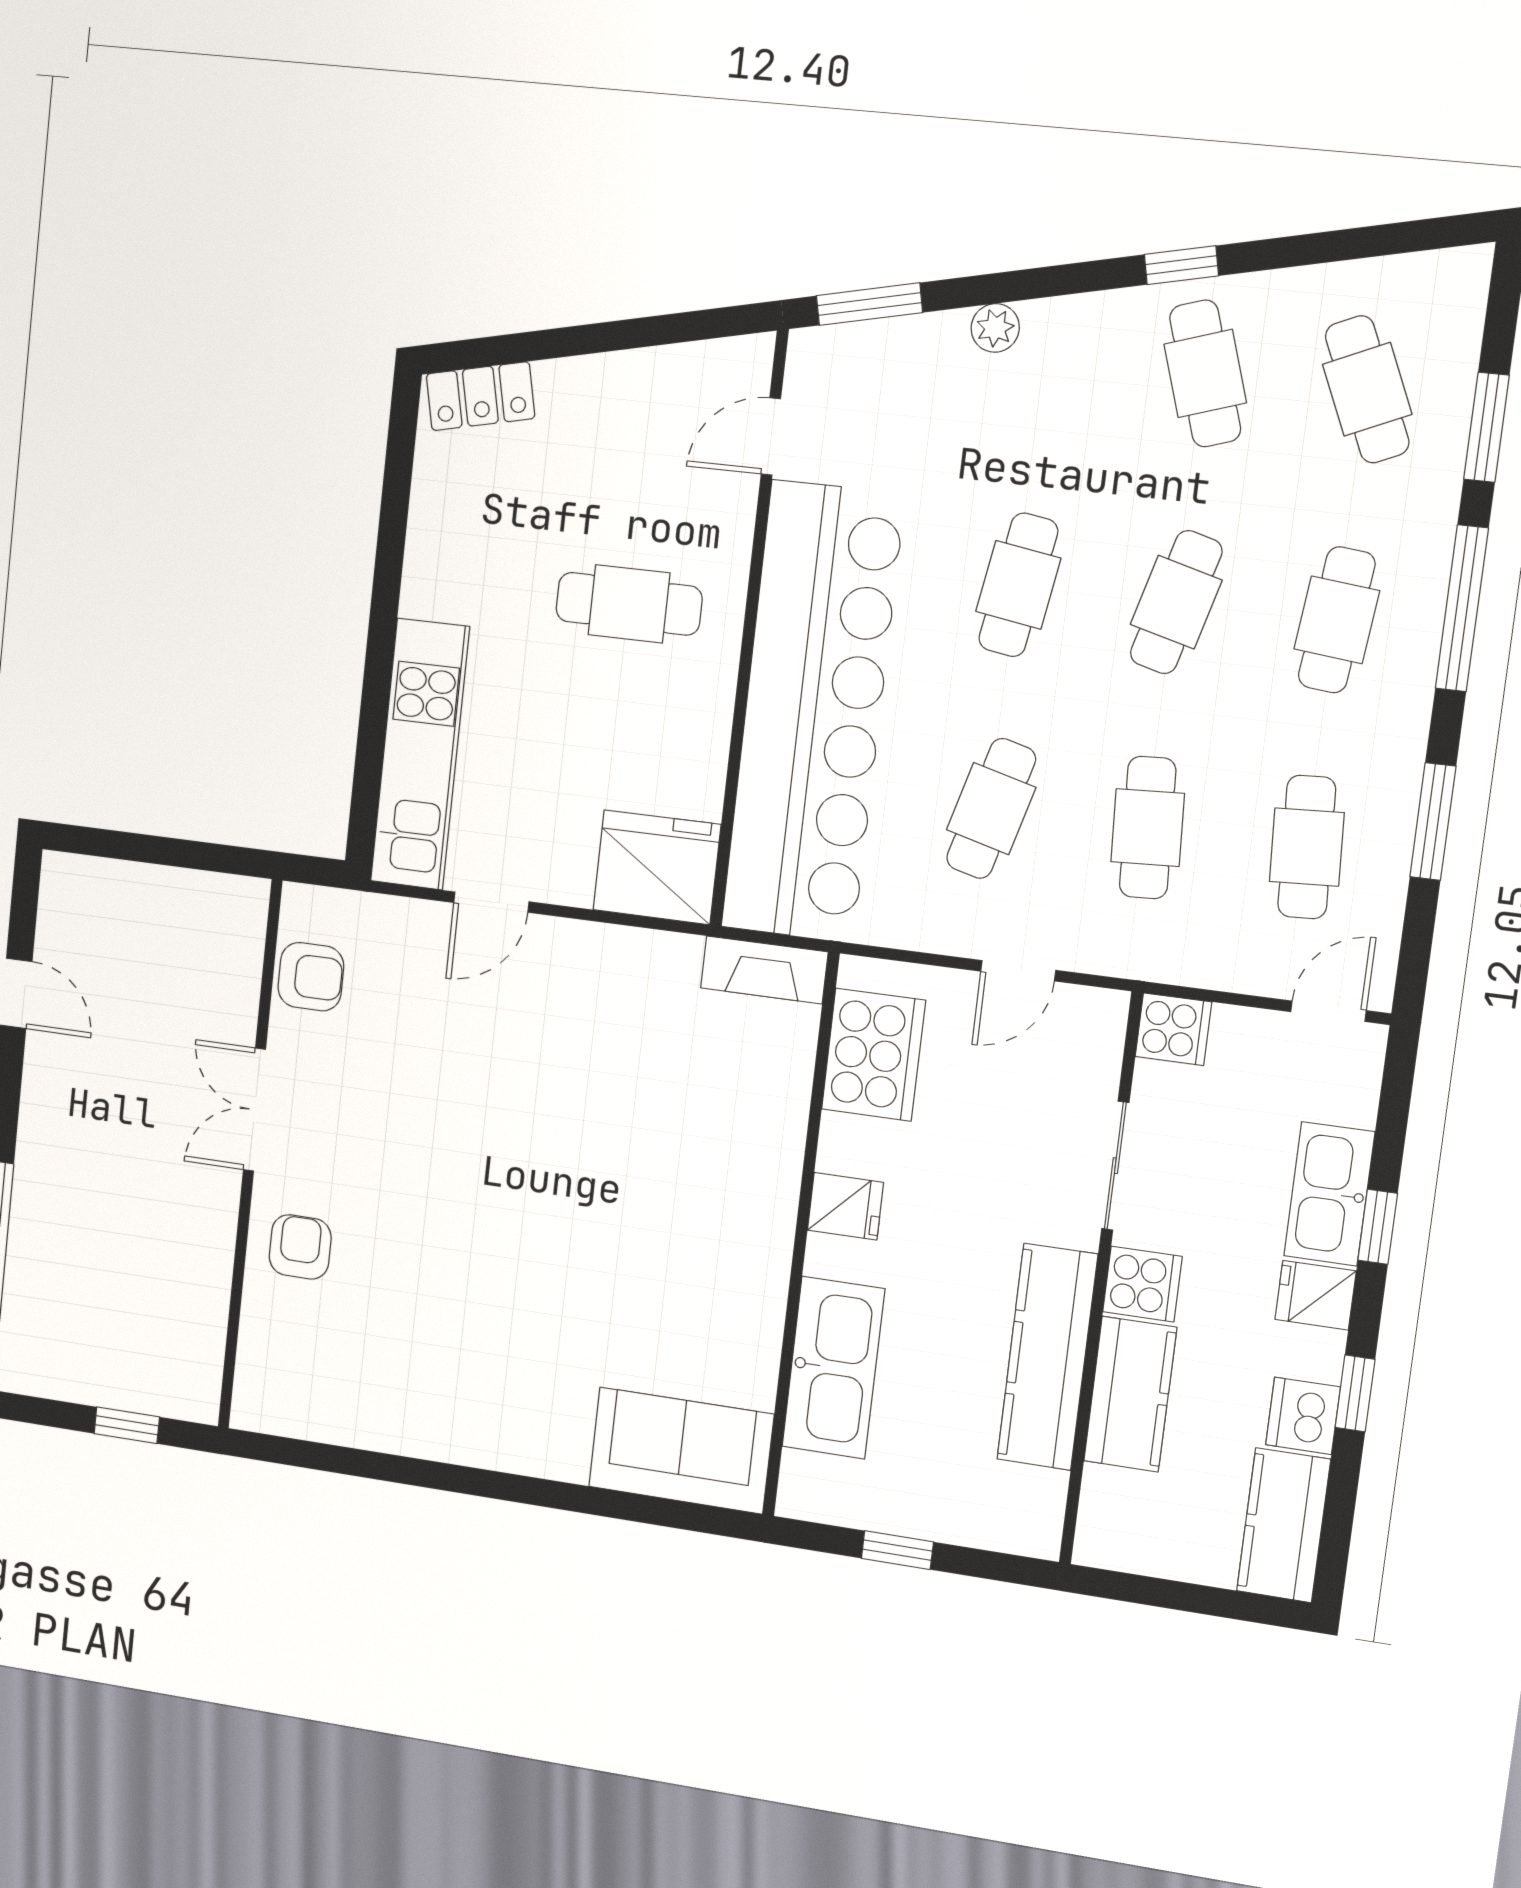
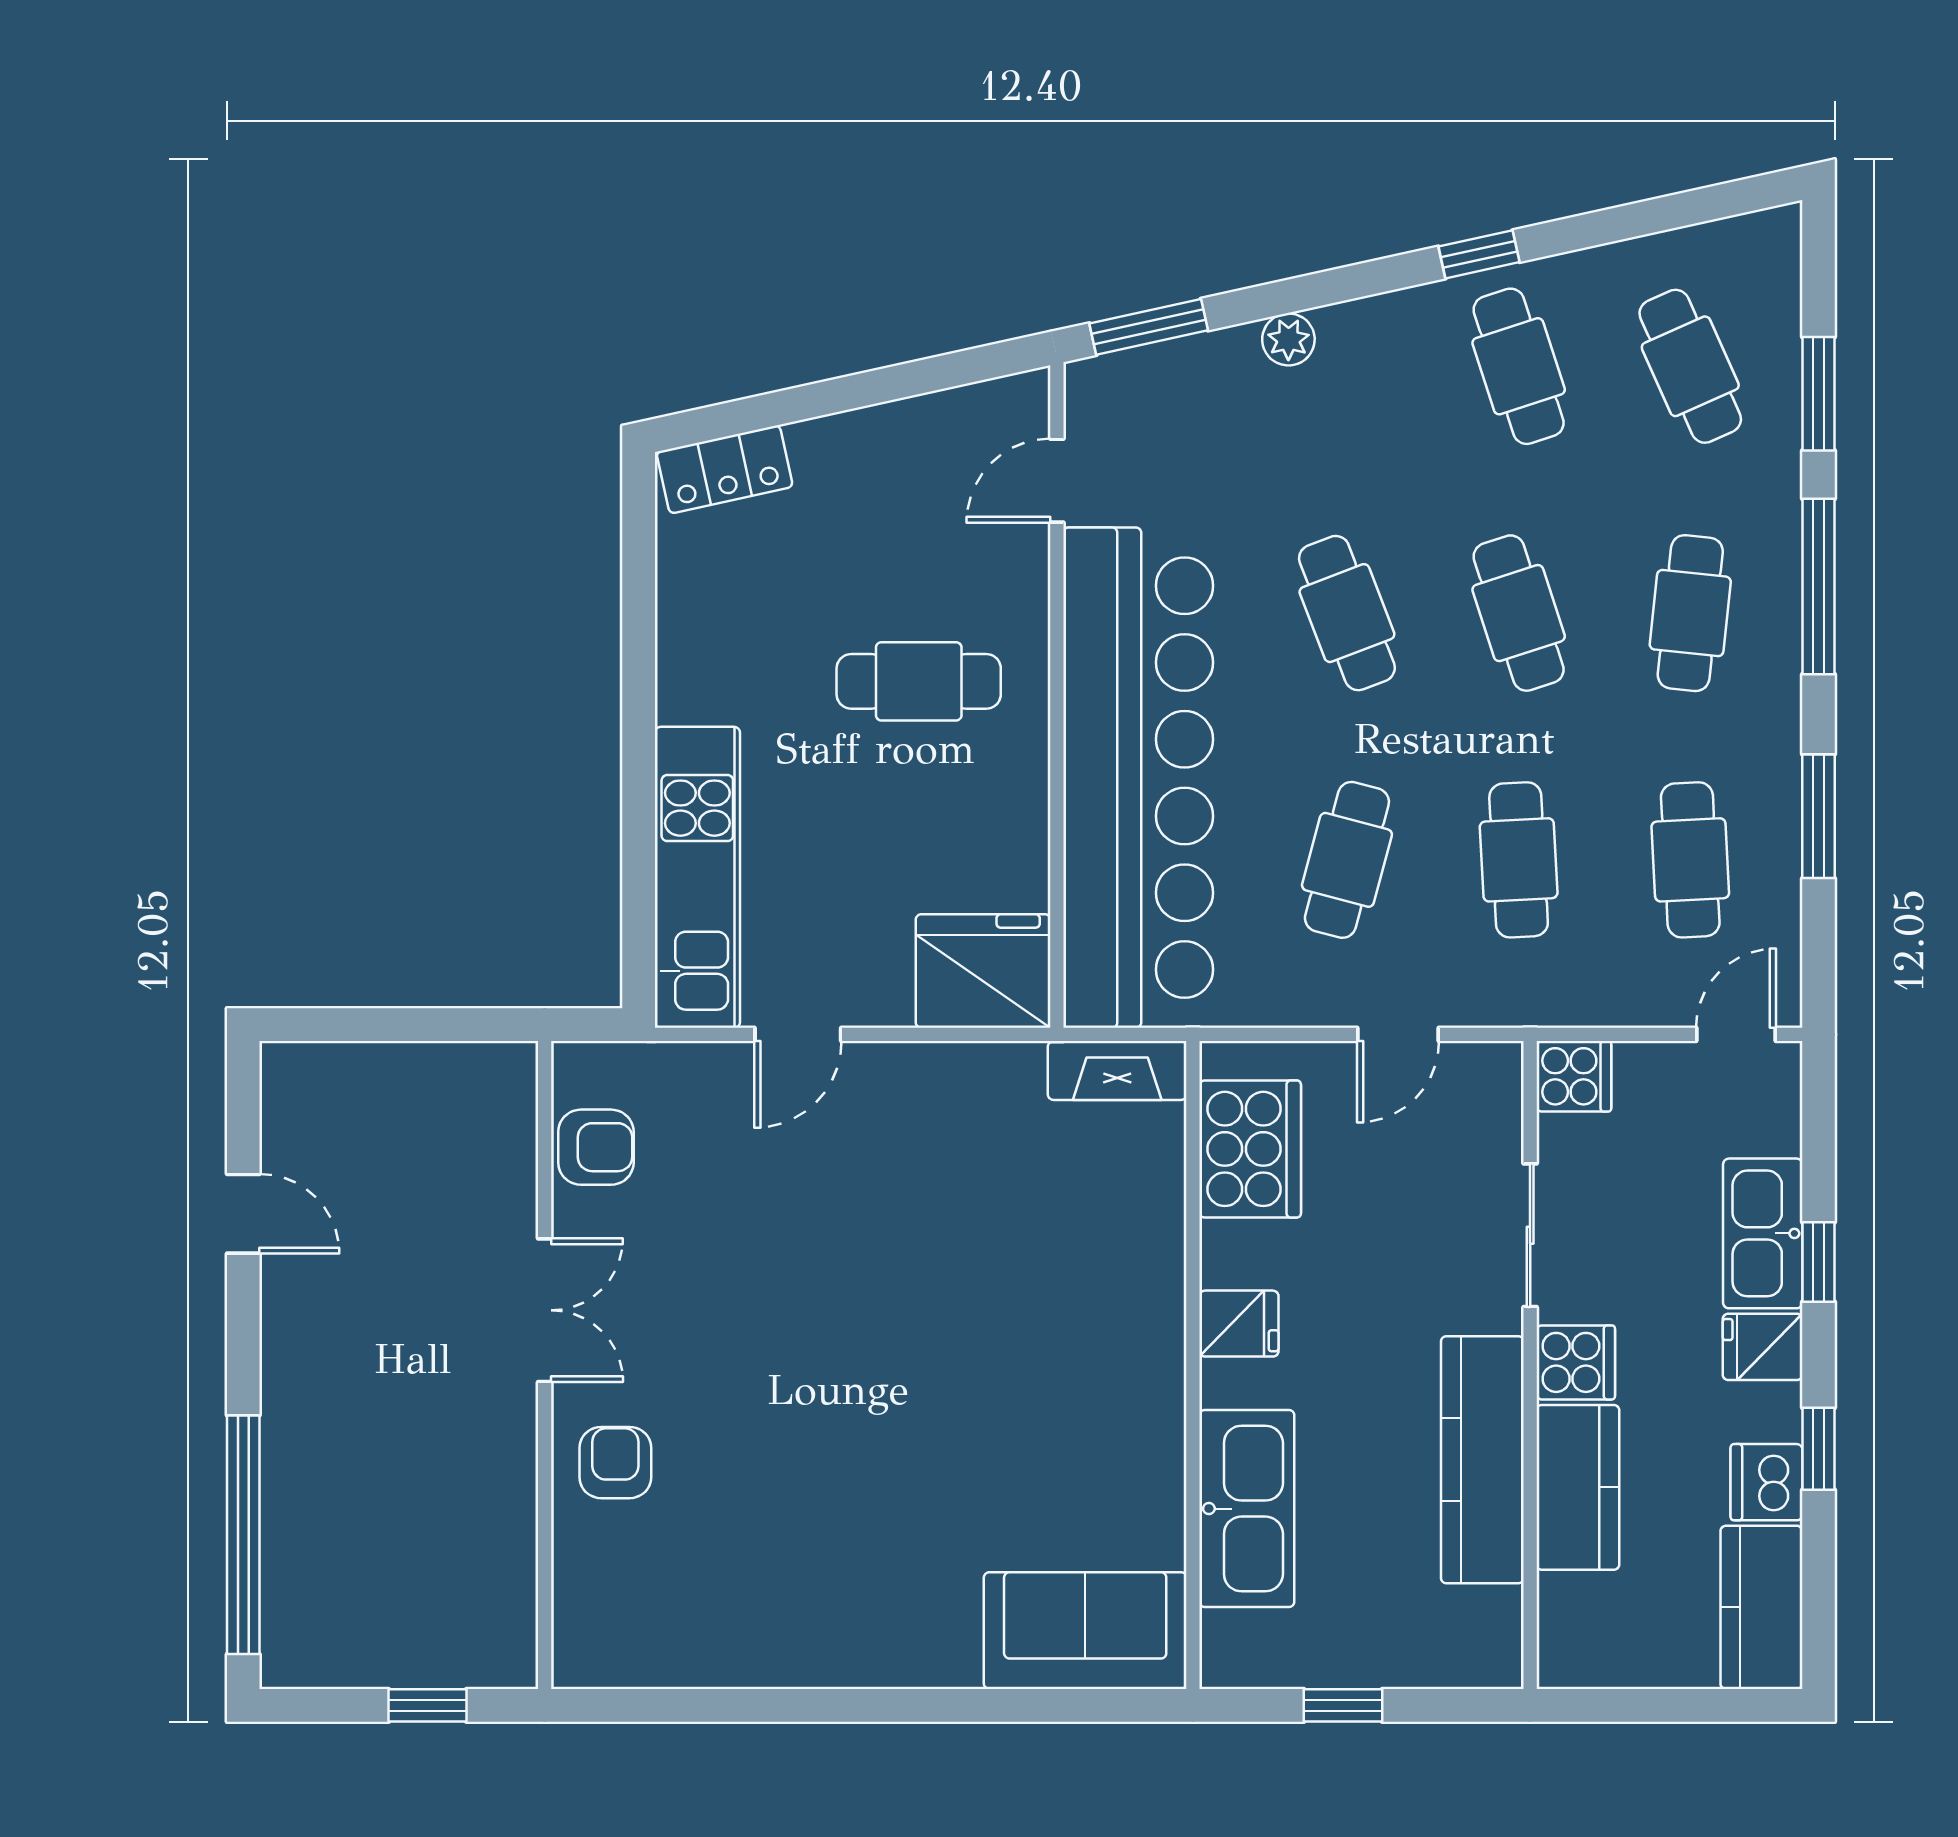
cafe table: (1018, 585) -> (1347, 613), turned -30
cafe table: (1176, 602) -> (1519, 613), turned -33
double door: (255, 1110) -> (545, 1310), swing flipped

